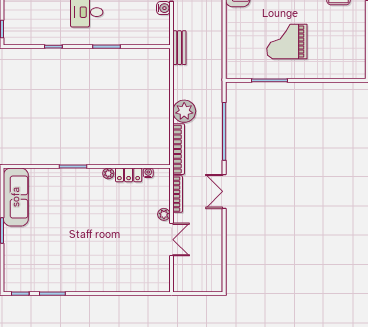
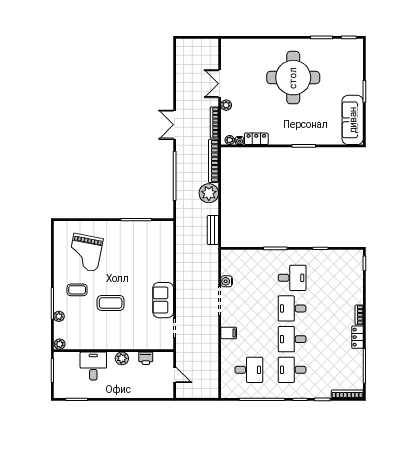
grand piano: (287, 42) -> (85, 253), moved, turned 101
bench: (179, 48) -> (213, 230), moved
plant: (108, 173) -> (230, 140), moved
double door: (224, 191) -> (175, 125), swing flipped
round table: (85, 247) -> (293, 78), added

